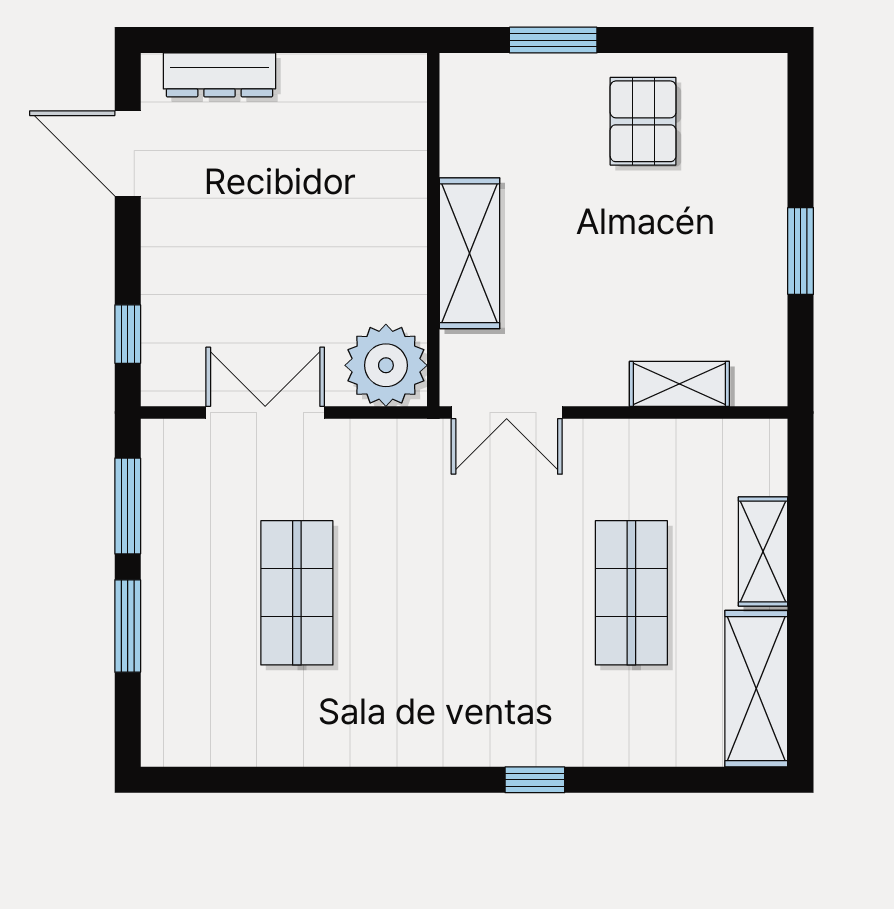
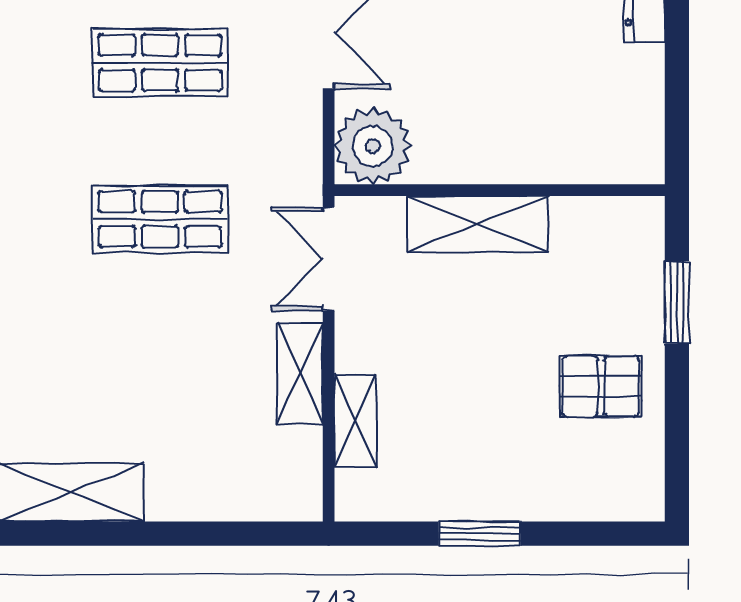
shelving: (763, 551) -> (300, 373), moved, turned 90
shop shelf: (631, 593) -> (160, 219), moved

